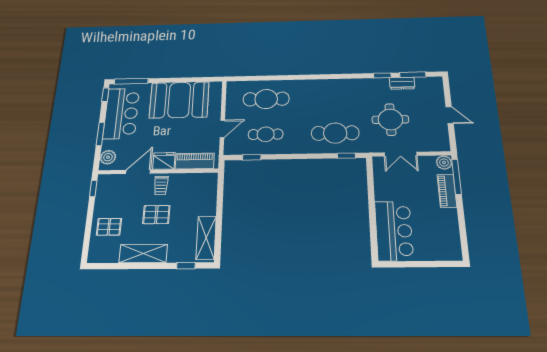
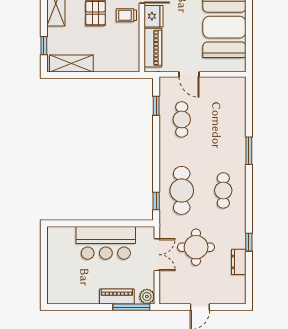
window: (413, 75) -> (249, 151), moved
cafe table: (266, 99) -> (223, 190), moved, width x0.73, depth x0.74
double door: (400, 154) -> (157, 255), swing flipped
bar counter: (394, 231) -> (106, 243), moved

